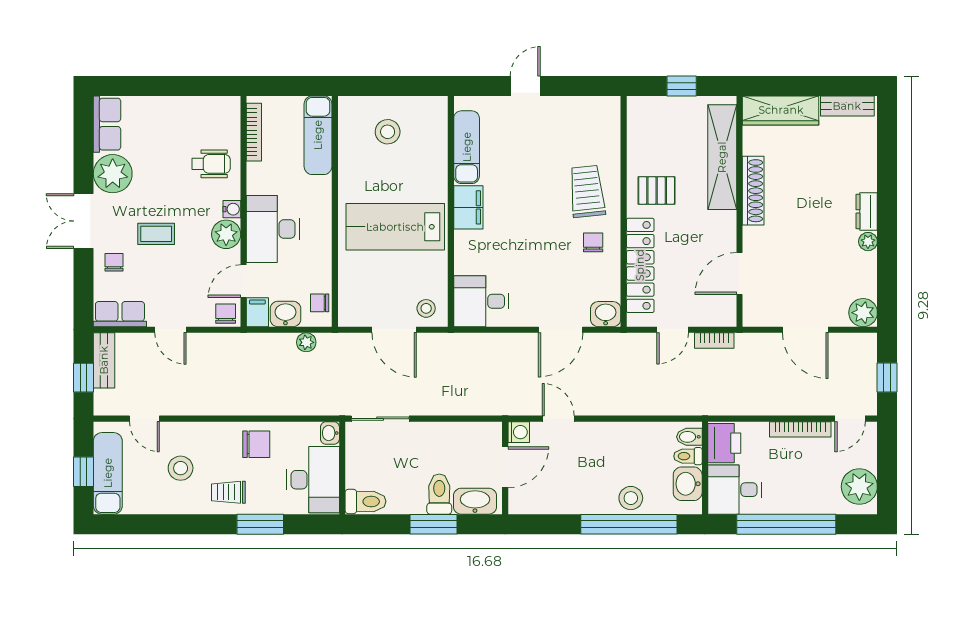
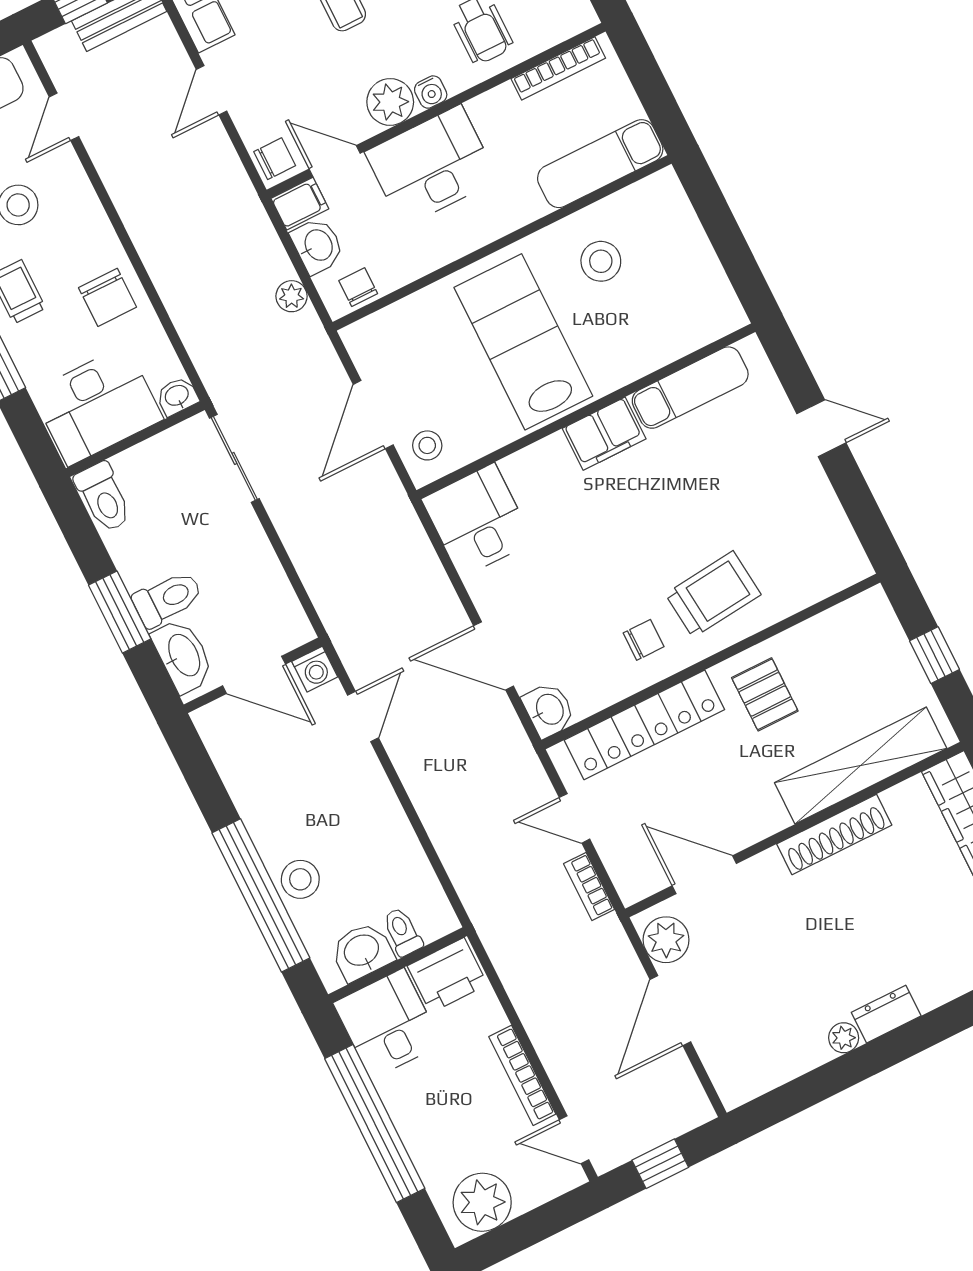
stool: (388, 132) -> (601, 261), moved
plant: (863, 313) -> (666, 940), moved
bidet: (689, 437) -> (431, 920), removed

